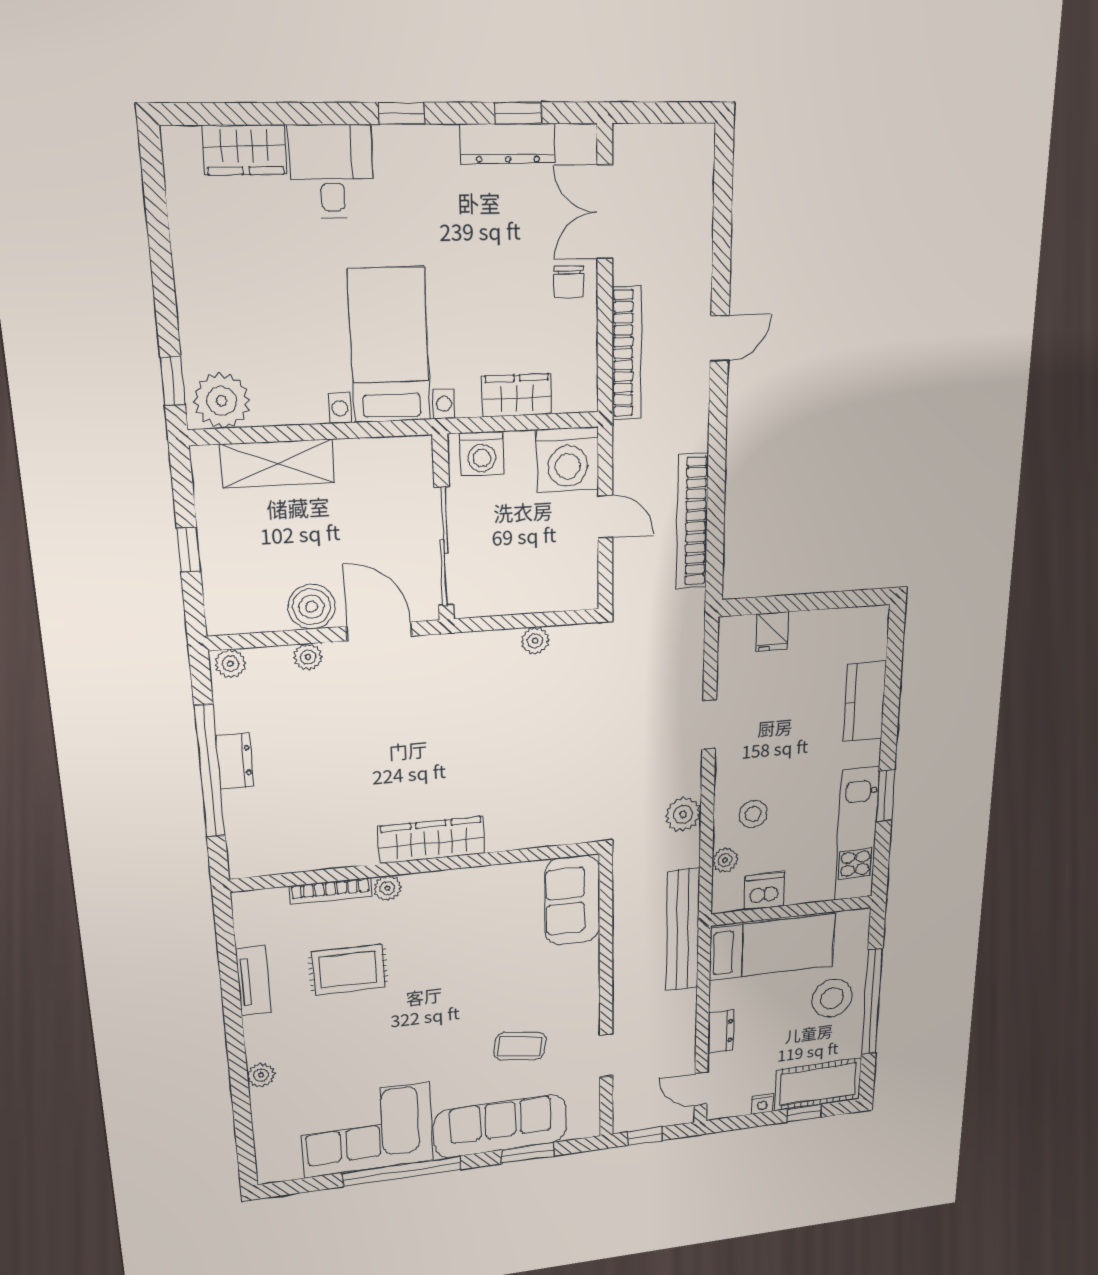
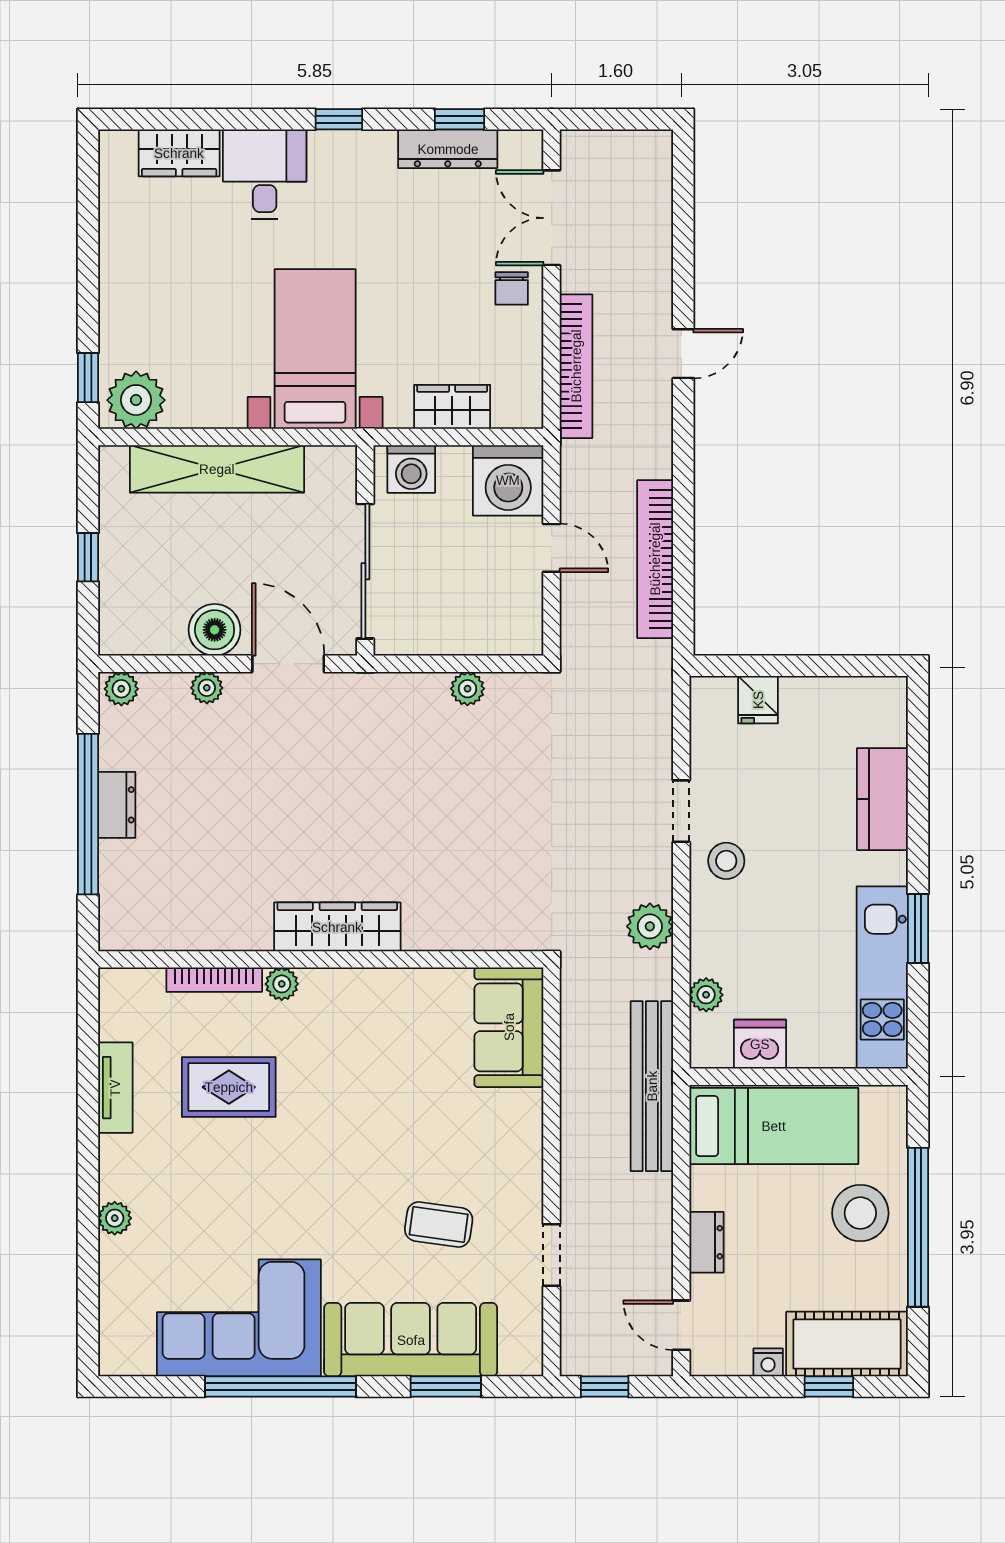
shelving: (278, 464) -> (217, 469), width x1.47
stool: (753, 814) -> (726, 861), moved

